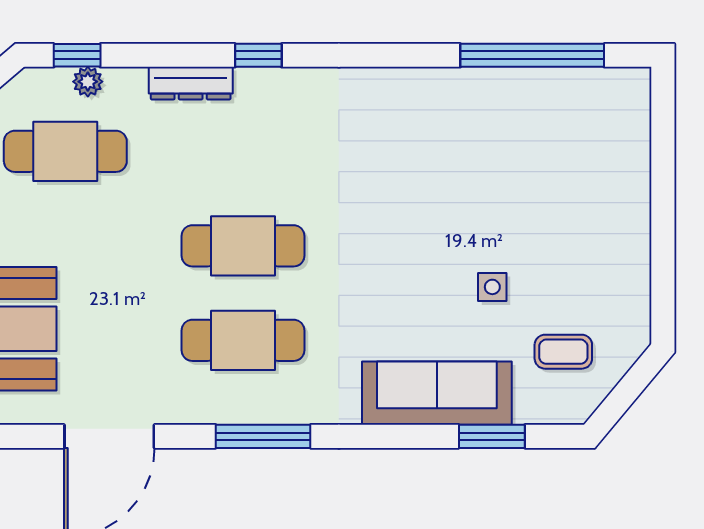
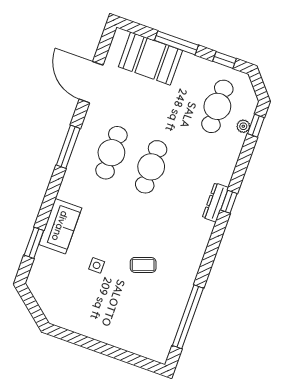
dresser: (191, 83) -> (215, 202), moved
coffee table: (563, 352) -> (143, 265), moved, turned 71
sofa: (437, 393) -> (60, 226), width x0.73

